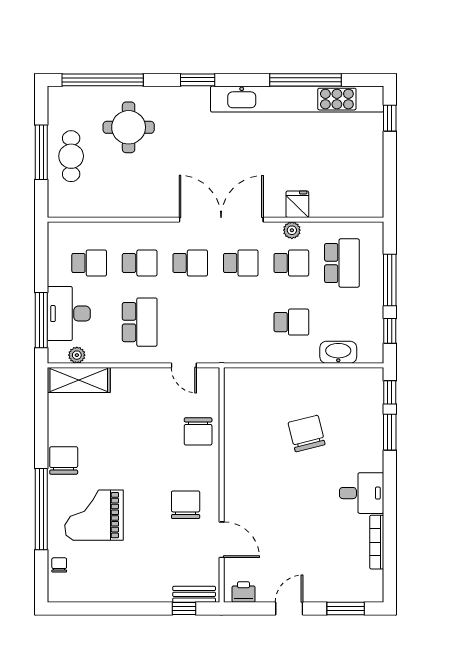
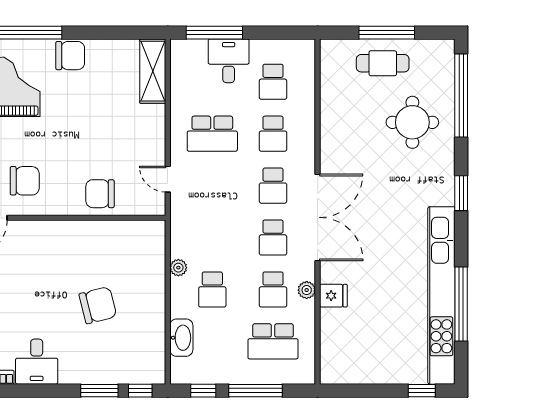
desk: (69, 314) -> (229, 61), width x0.73
plant: (77, 355) -> (178, 268), moved
door: (184, 365) -> (168, 179), hinge flipped

